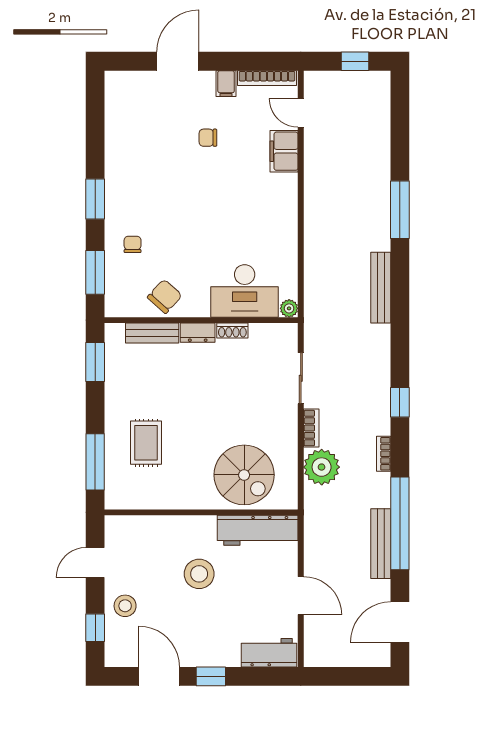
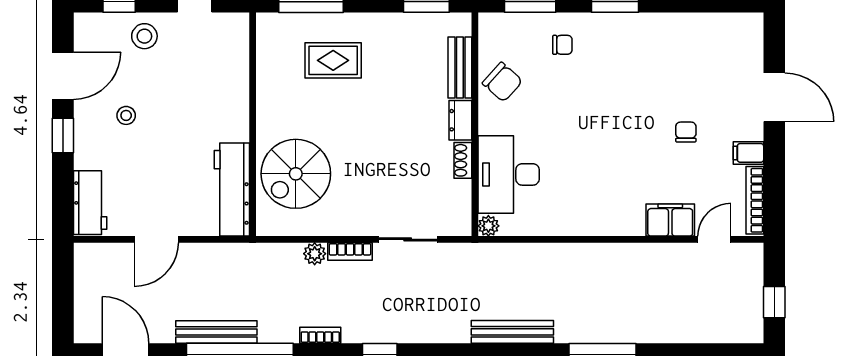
plant: (322, 467) -> (315, 254), width x0.53, depth x0.53
stool: (199, 574) -> (126, 115), moved, width x0.53, depth x0.53

